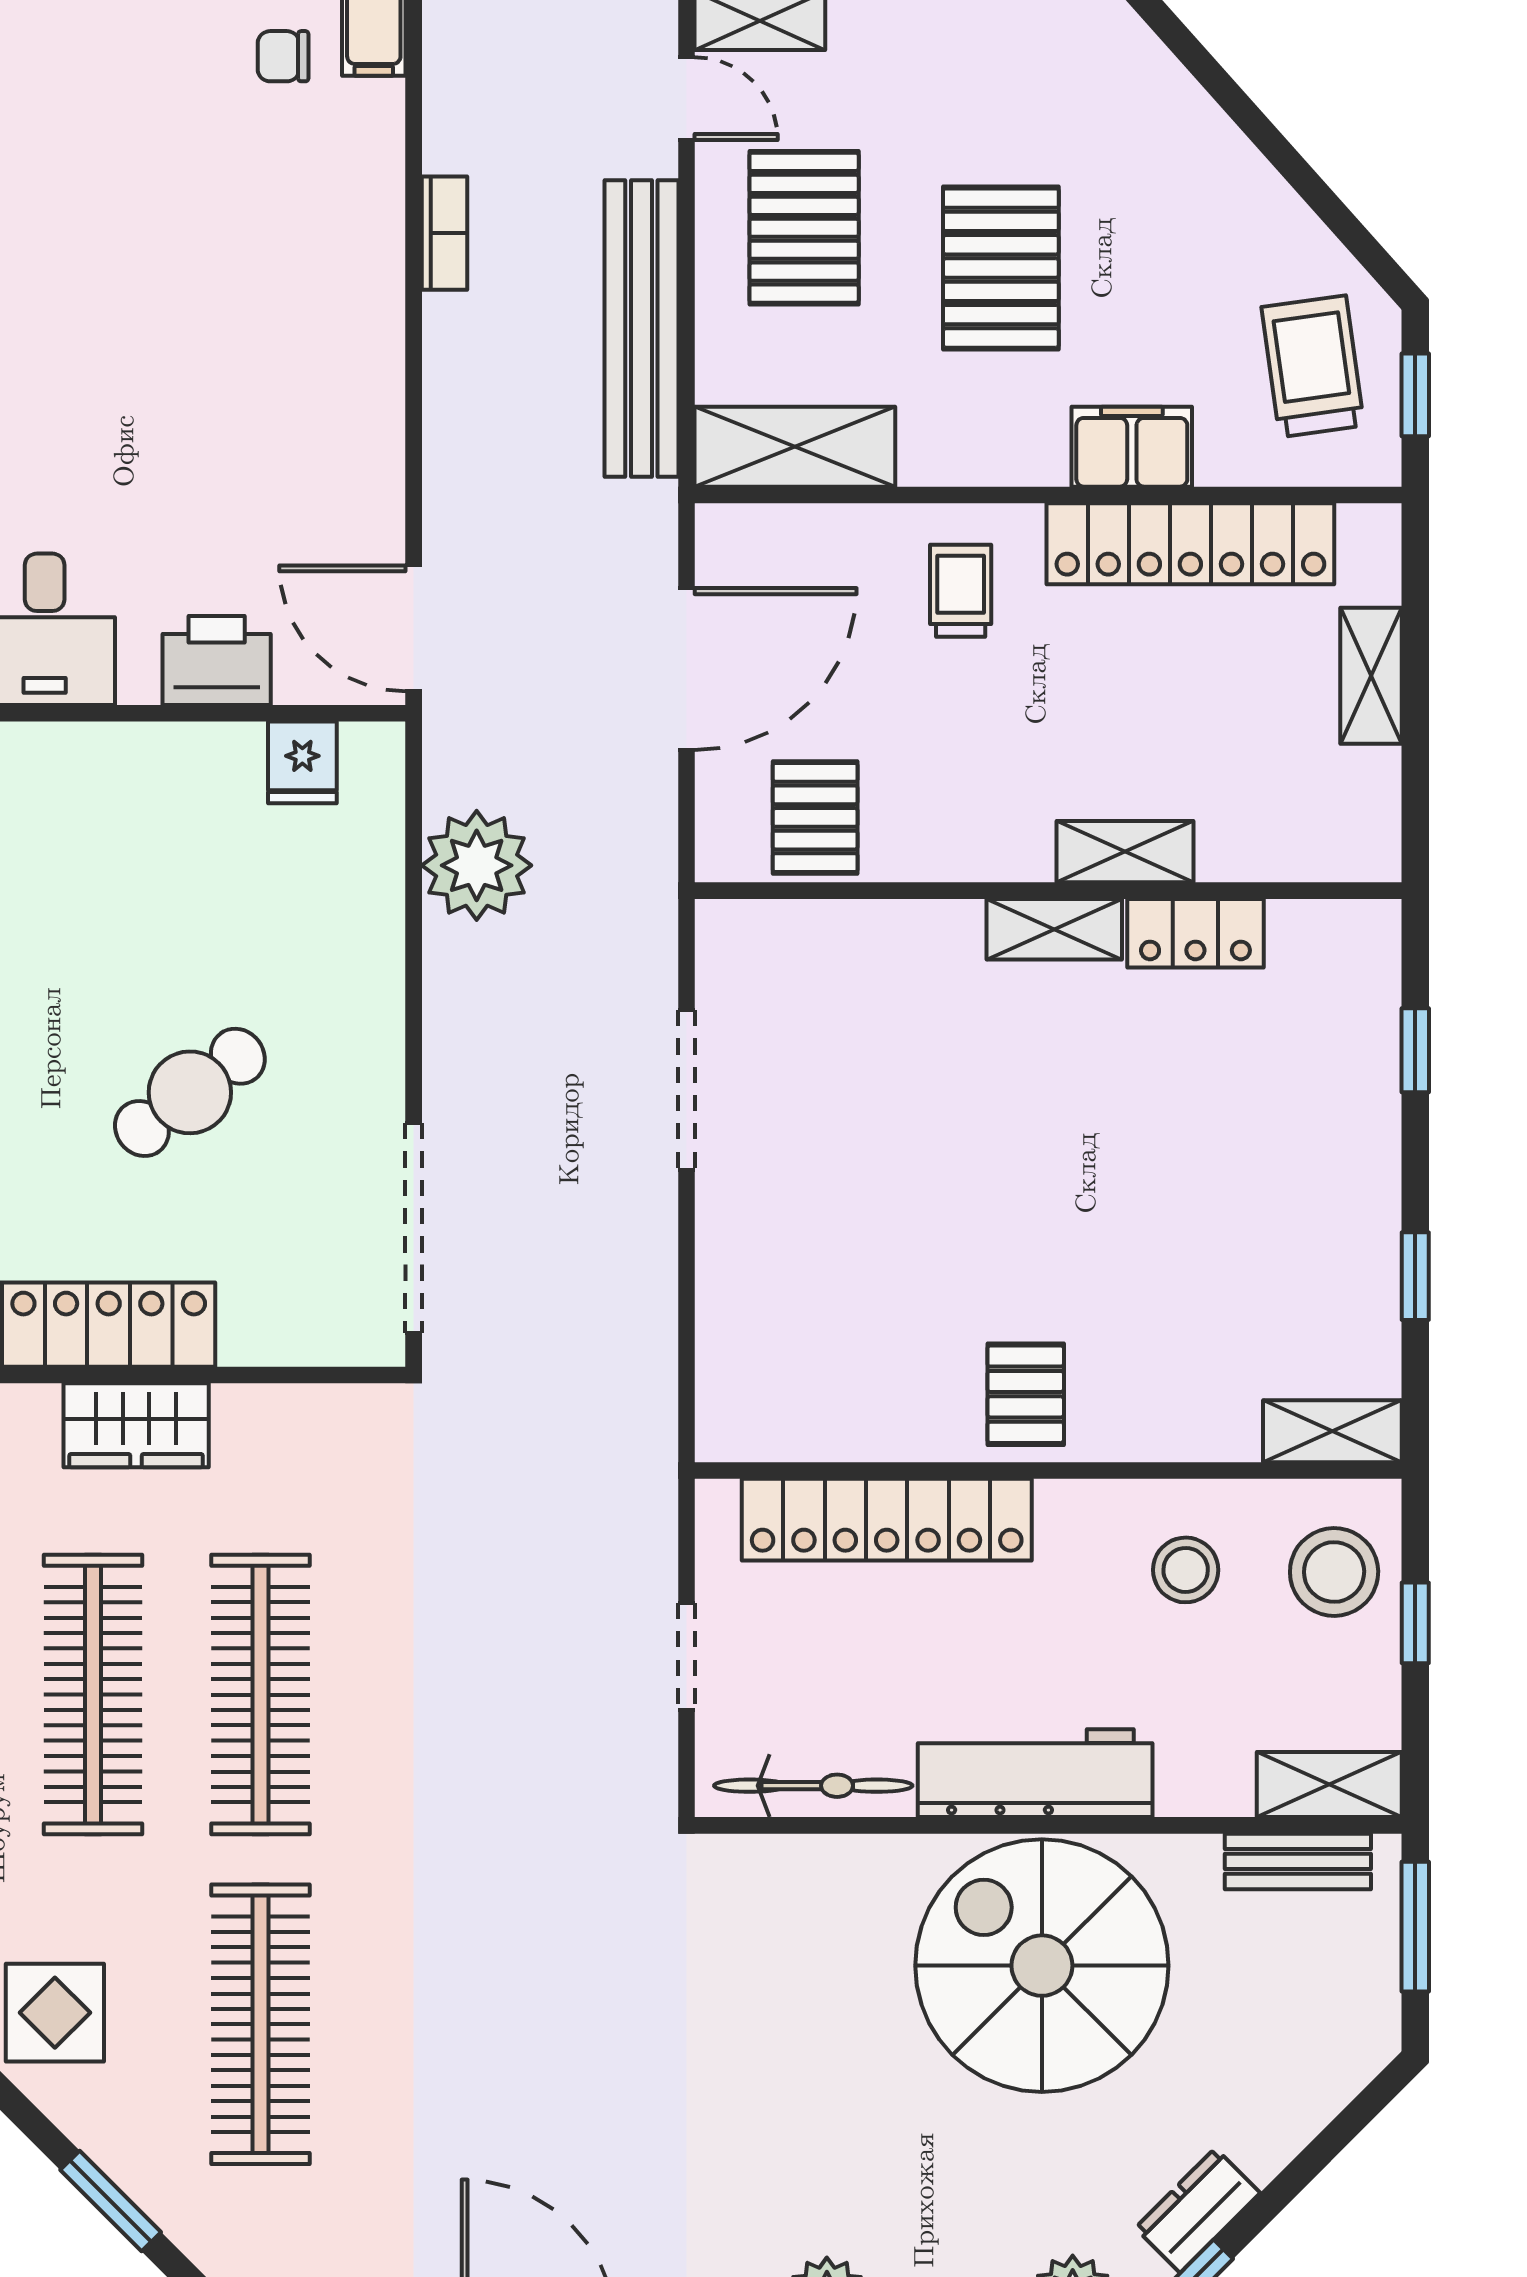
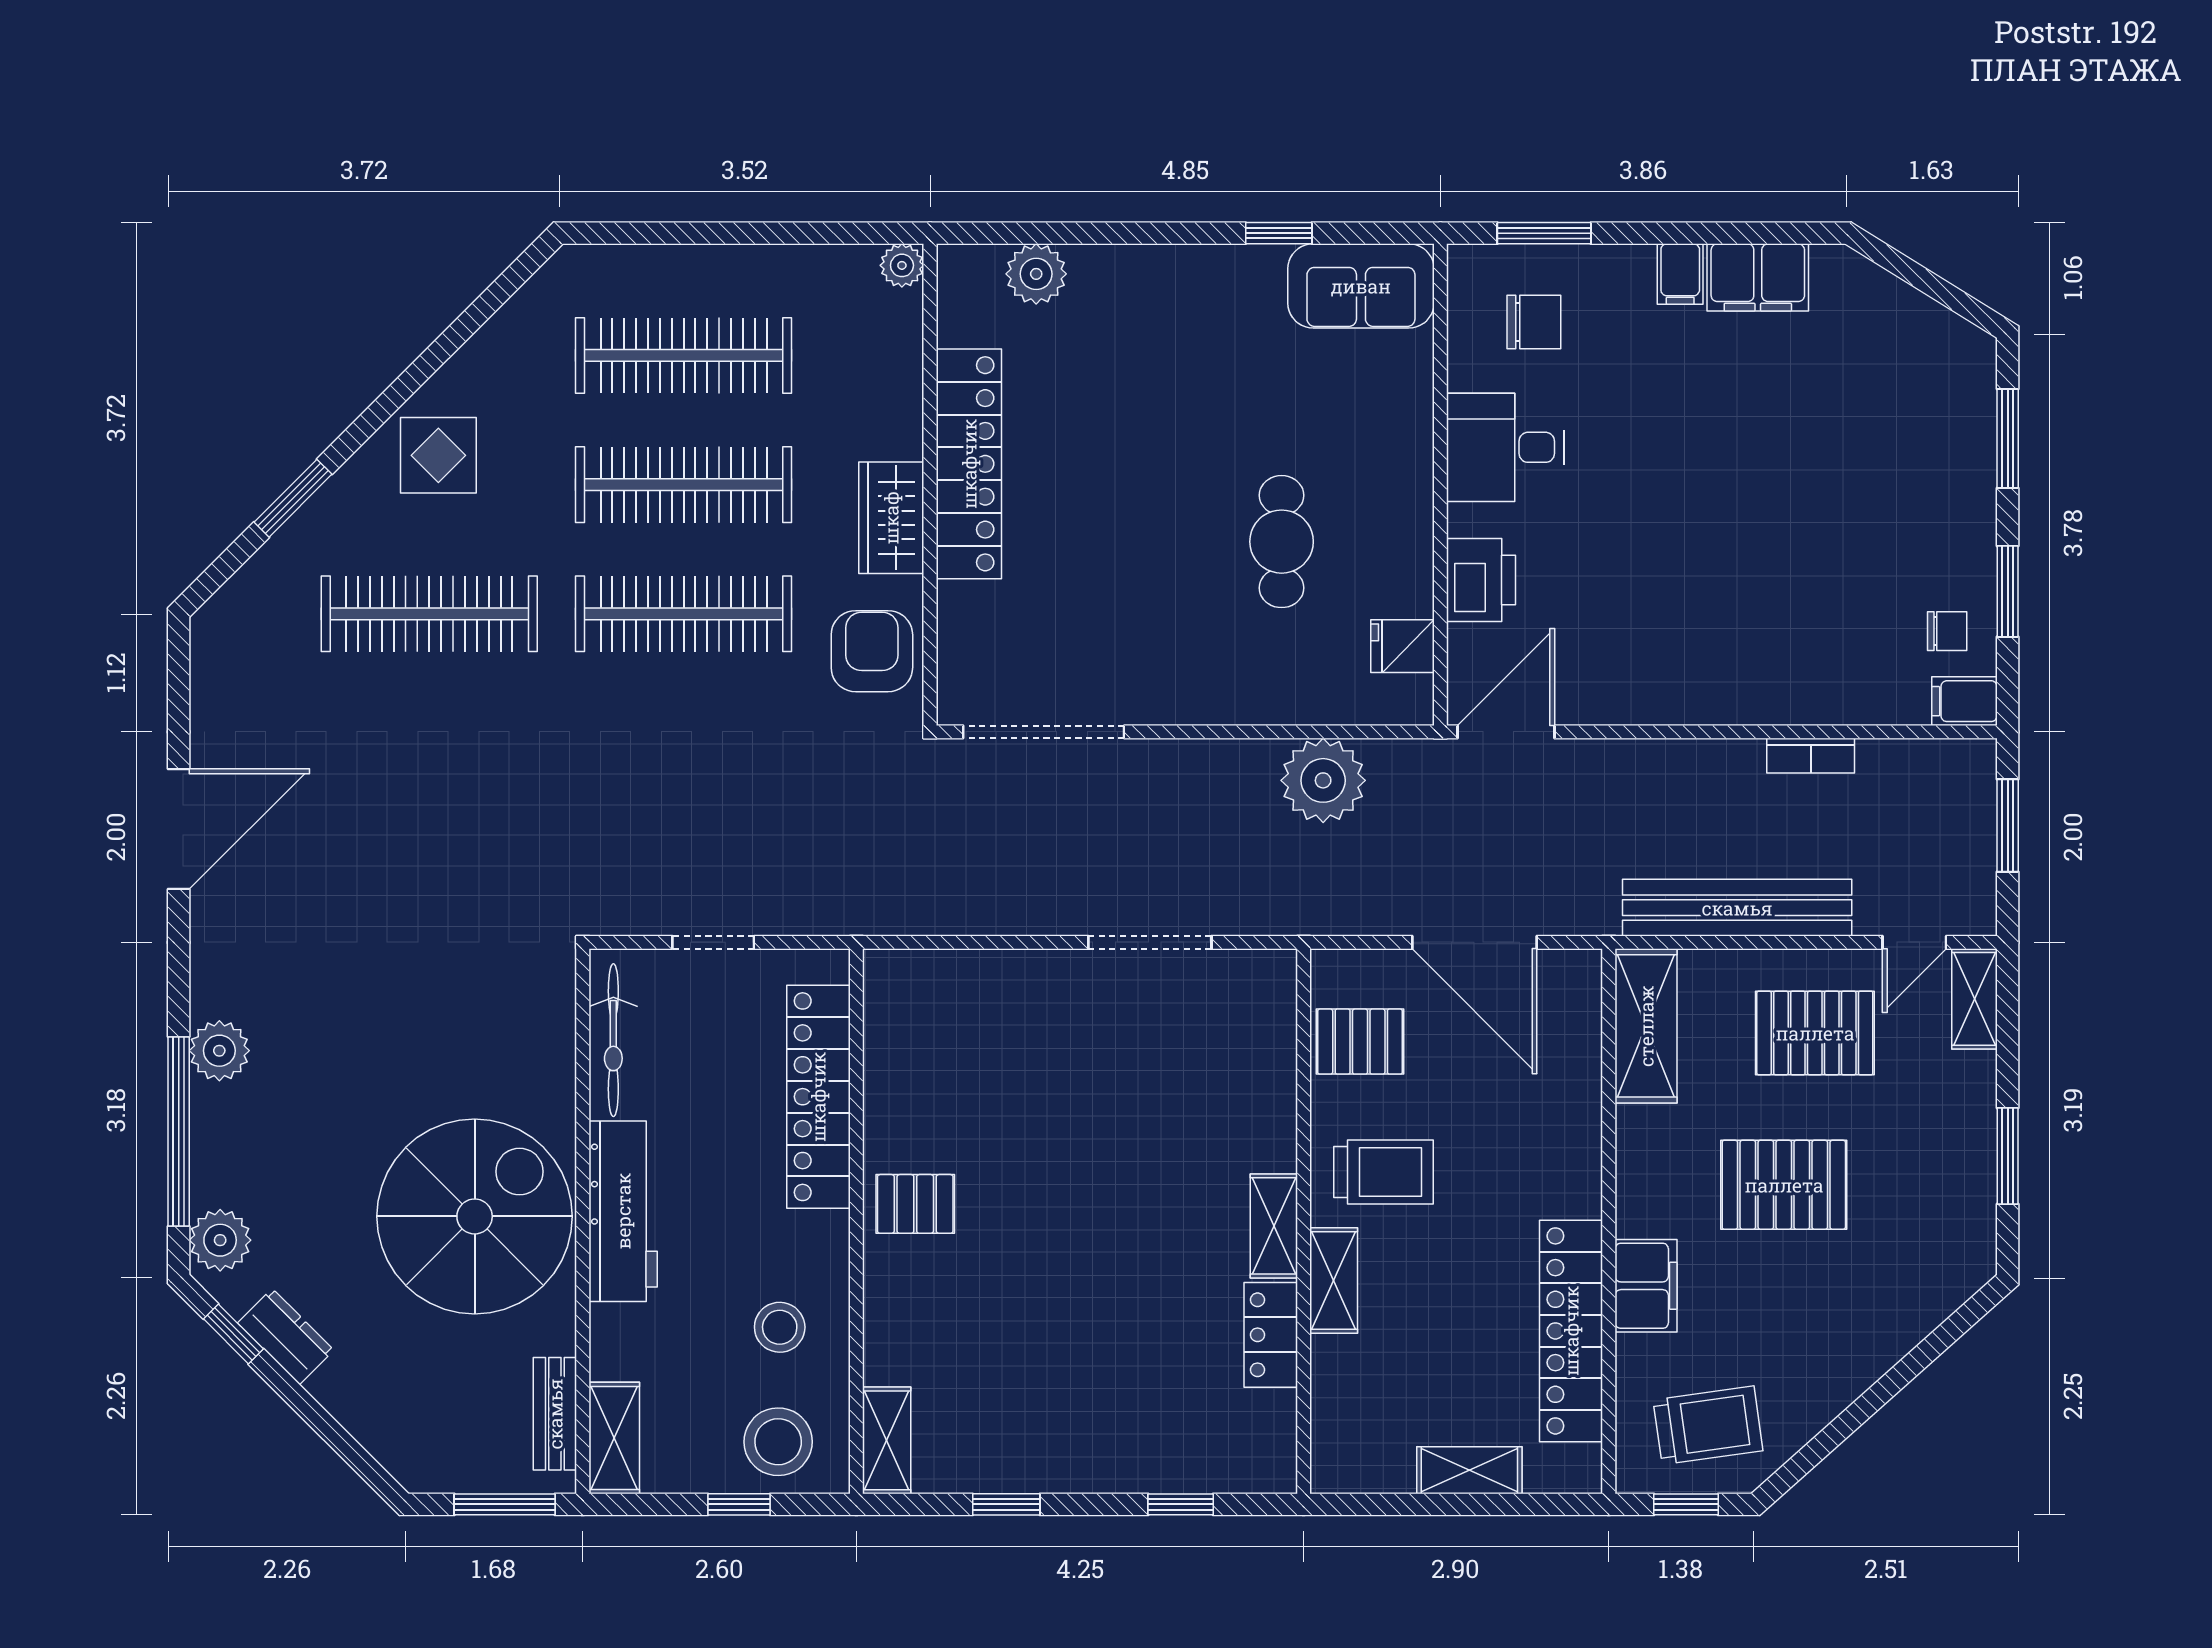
chair: (283, 56) -> (1947, 631), turned 90
trolley: (961, 591) -> (1384, 1172), moved, width x1.36, depth x1.39
cafe table: (190, 1092) -> (1282, 542), moved, turned 37
armchair: (309, 1450) -> (872, 651), added

